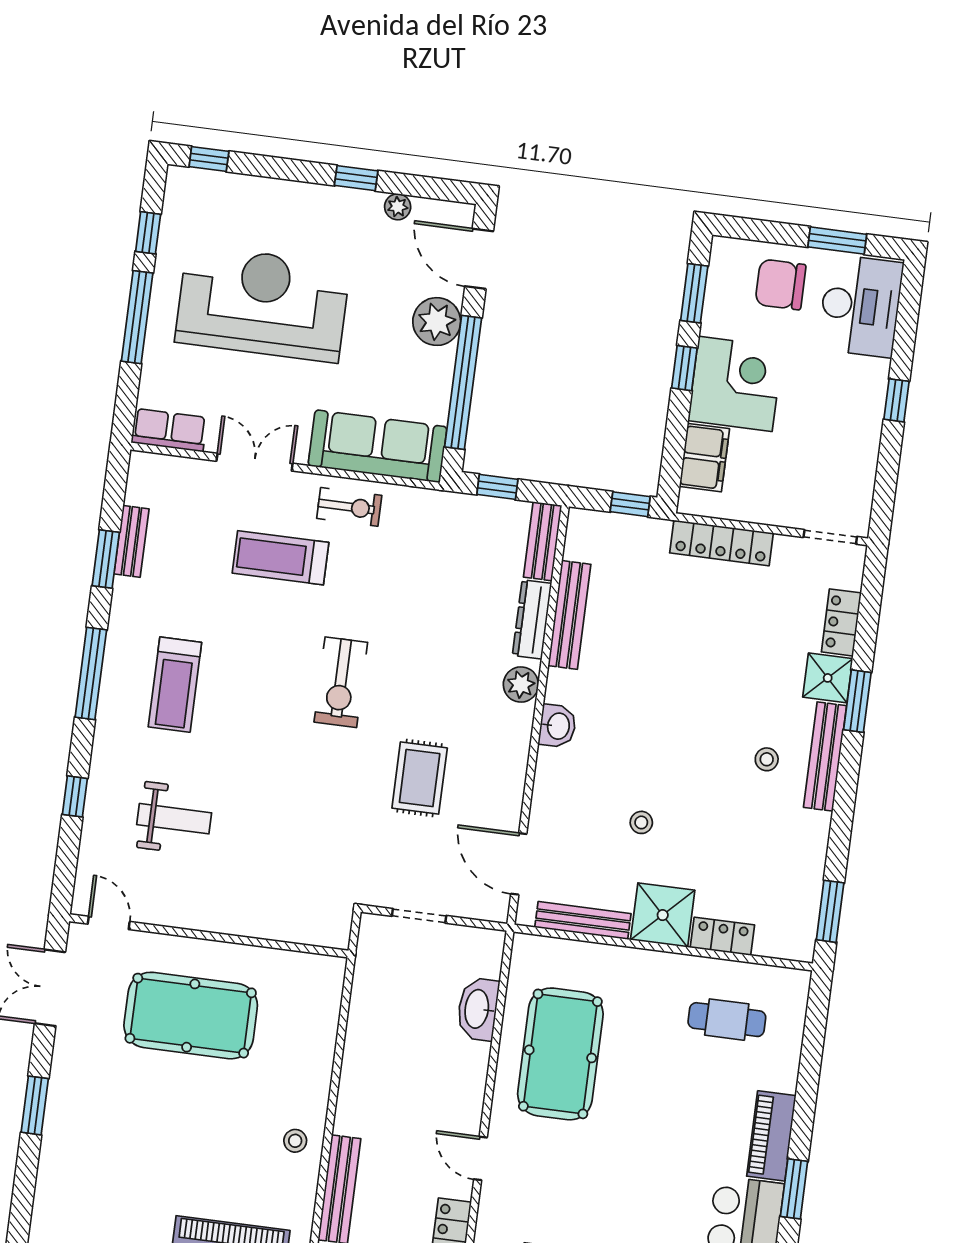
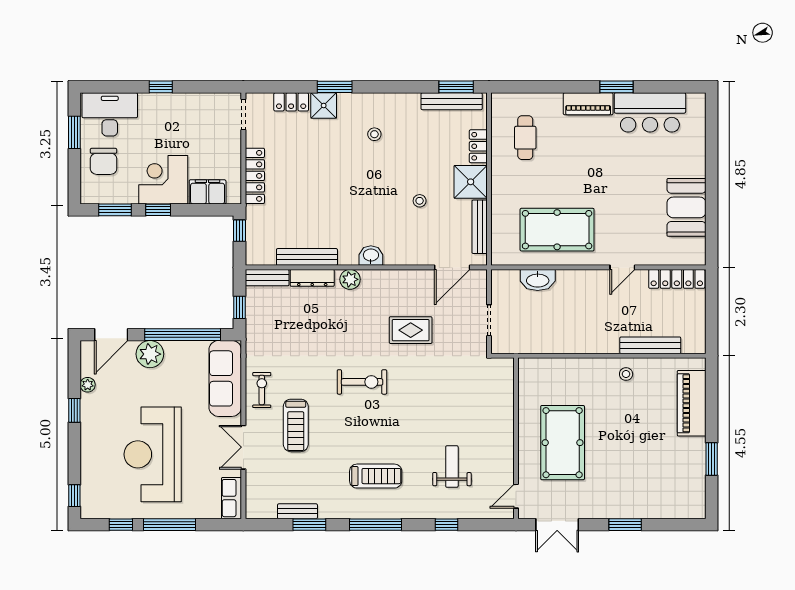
bench: (825, 757) -> (452, 101), moved

